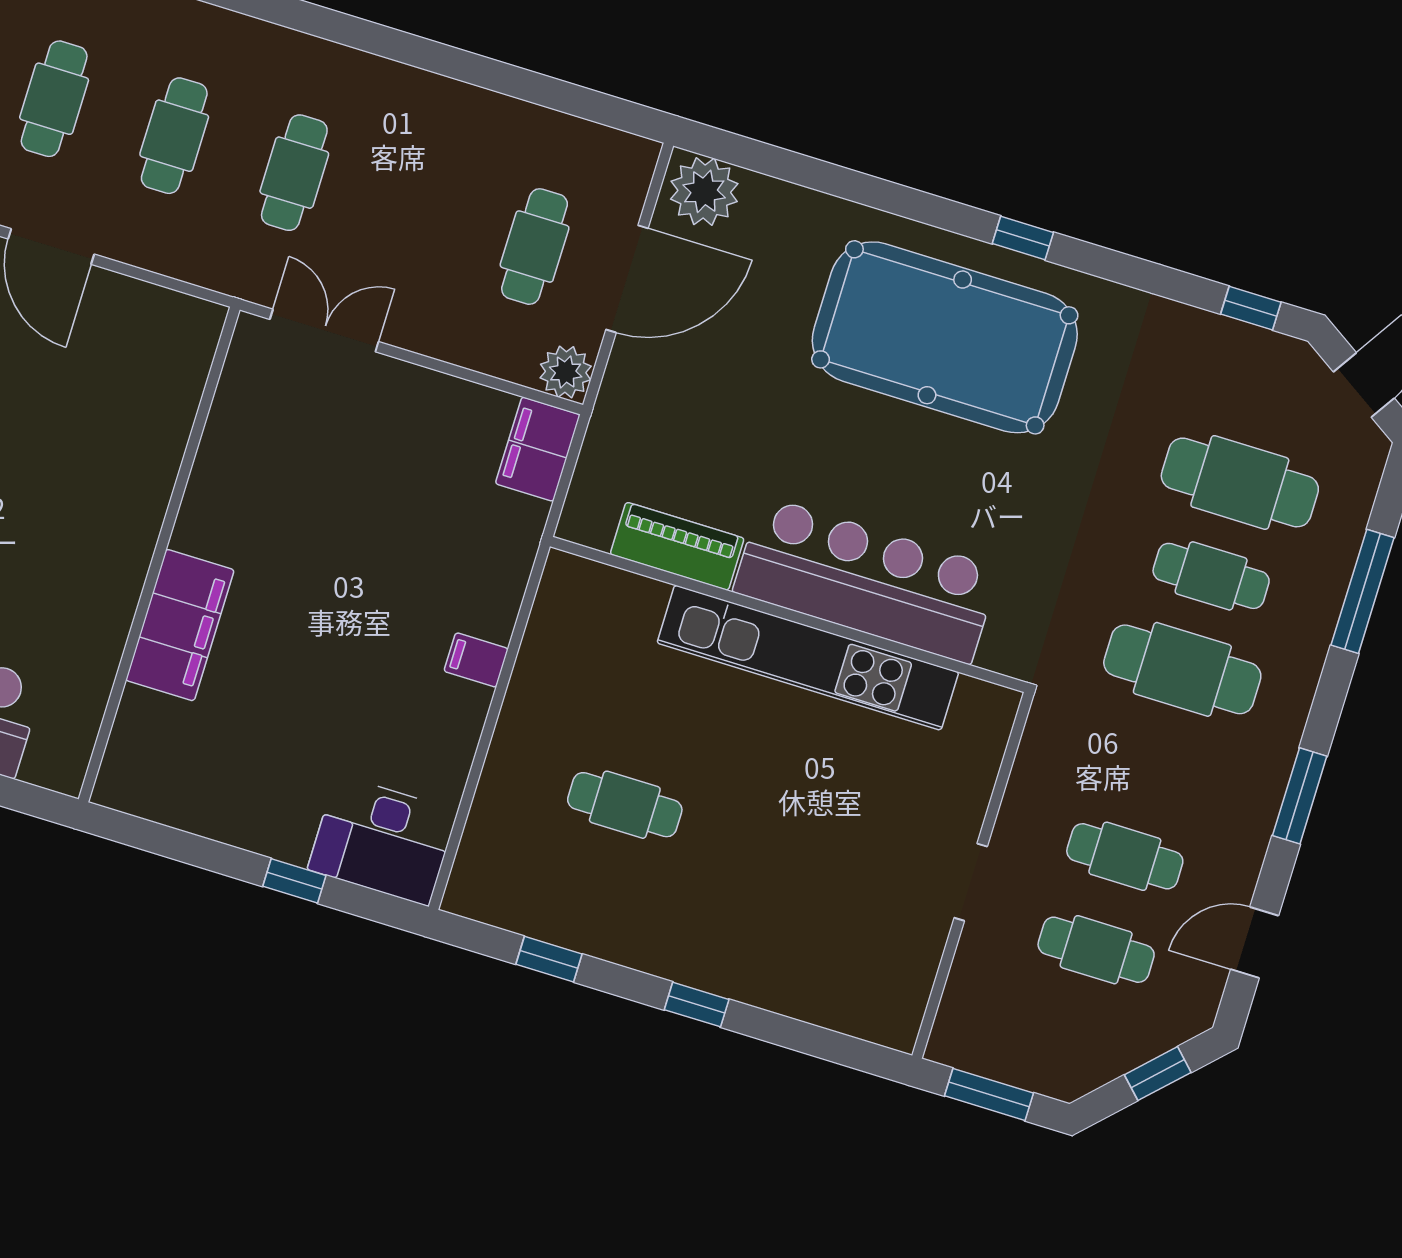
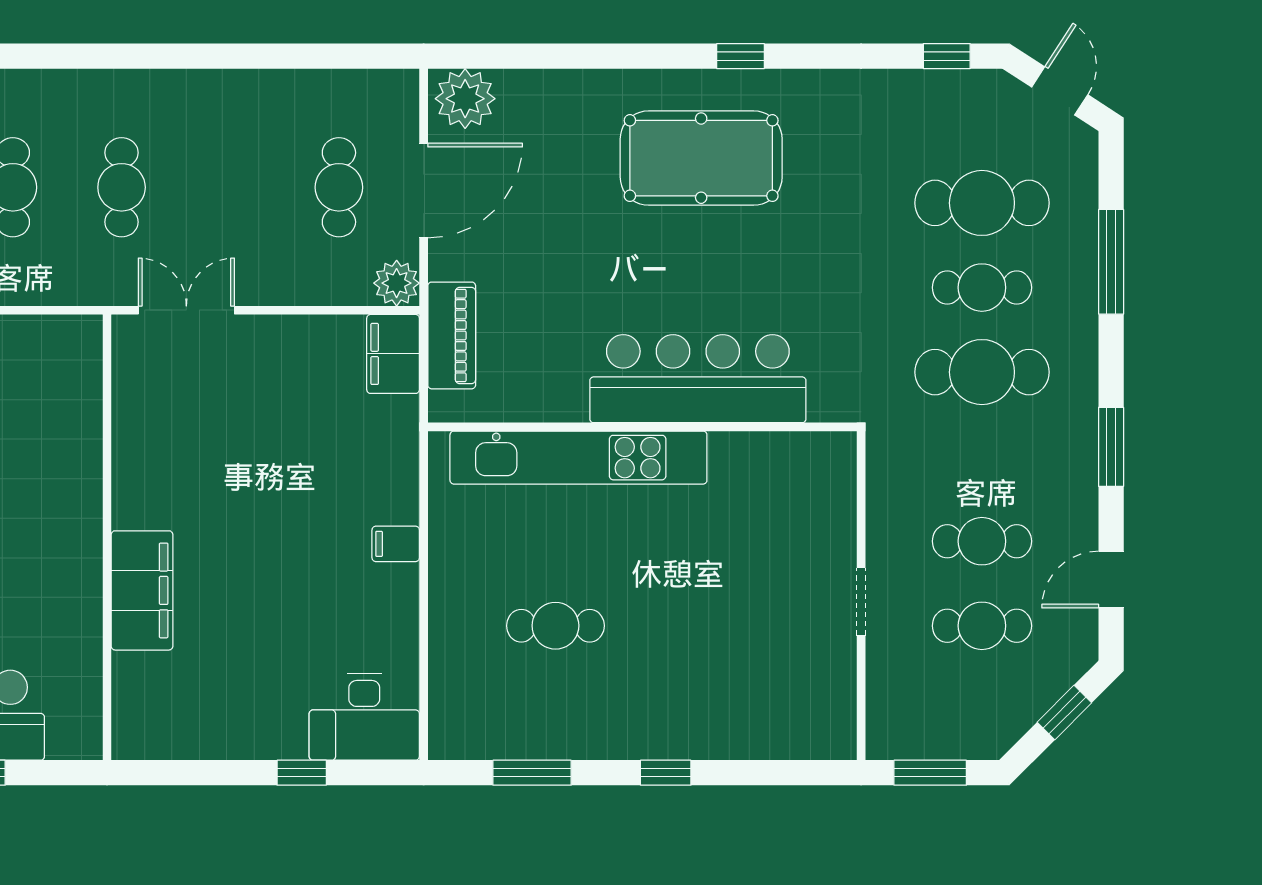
pool table: (945, 337) -> (701, 158), width x0.73, depth x0.76
piano: (677, 546) -> (452, 335), moved, turned 90
kitchen unit: (808, 658) -> (578, 458), moved
window: (549, 959) -> (532, 773), width x1.50

